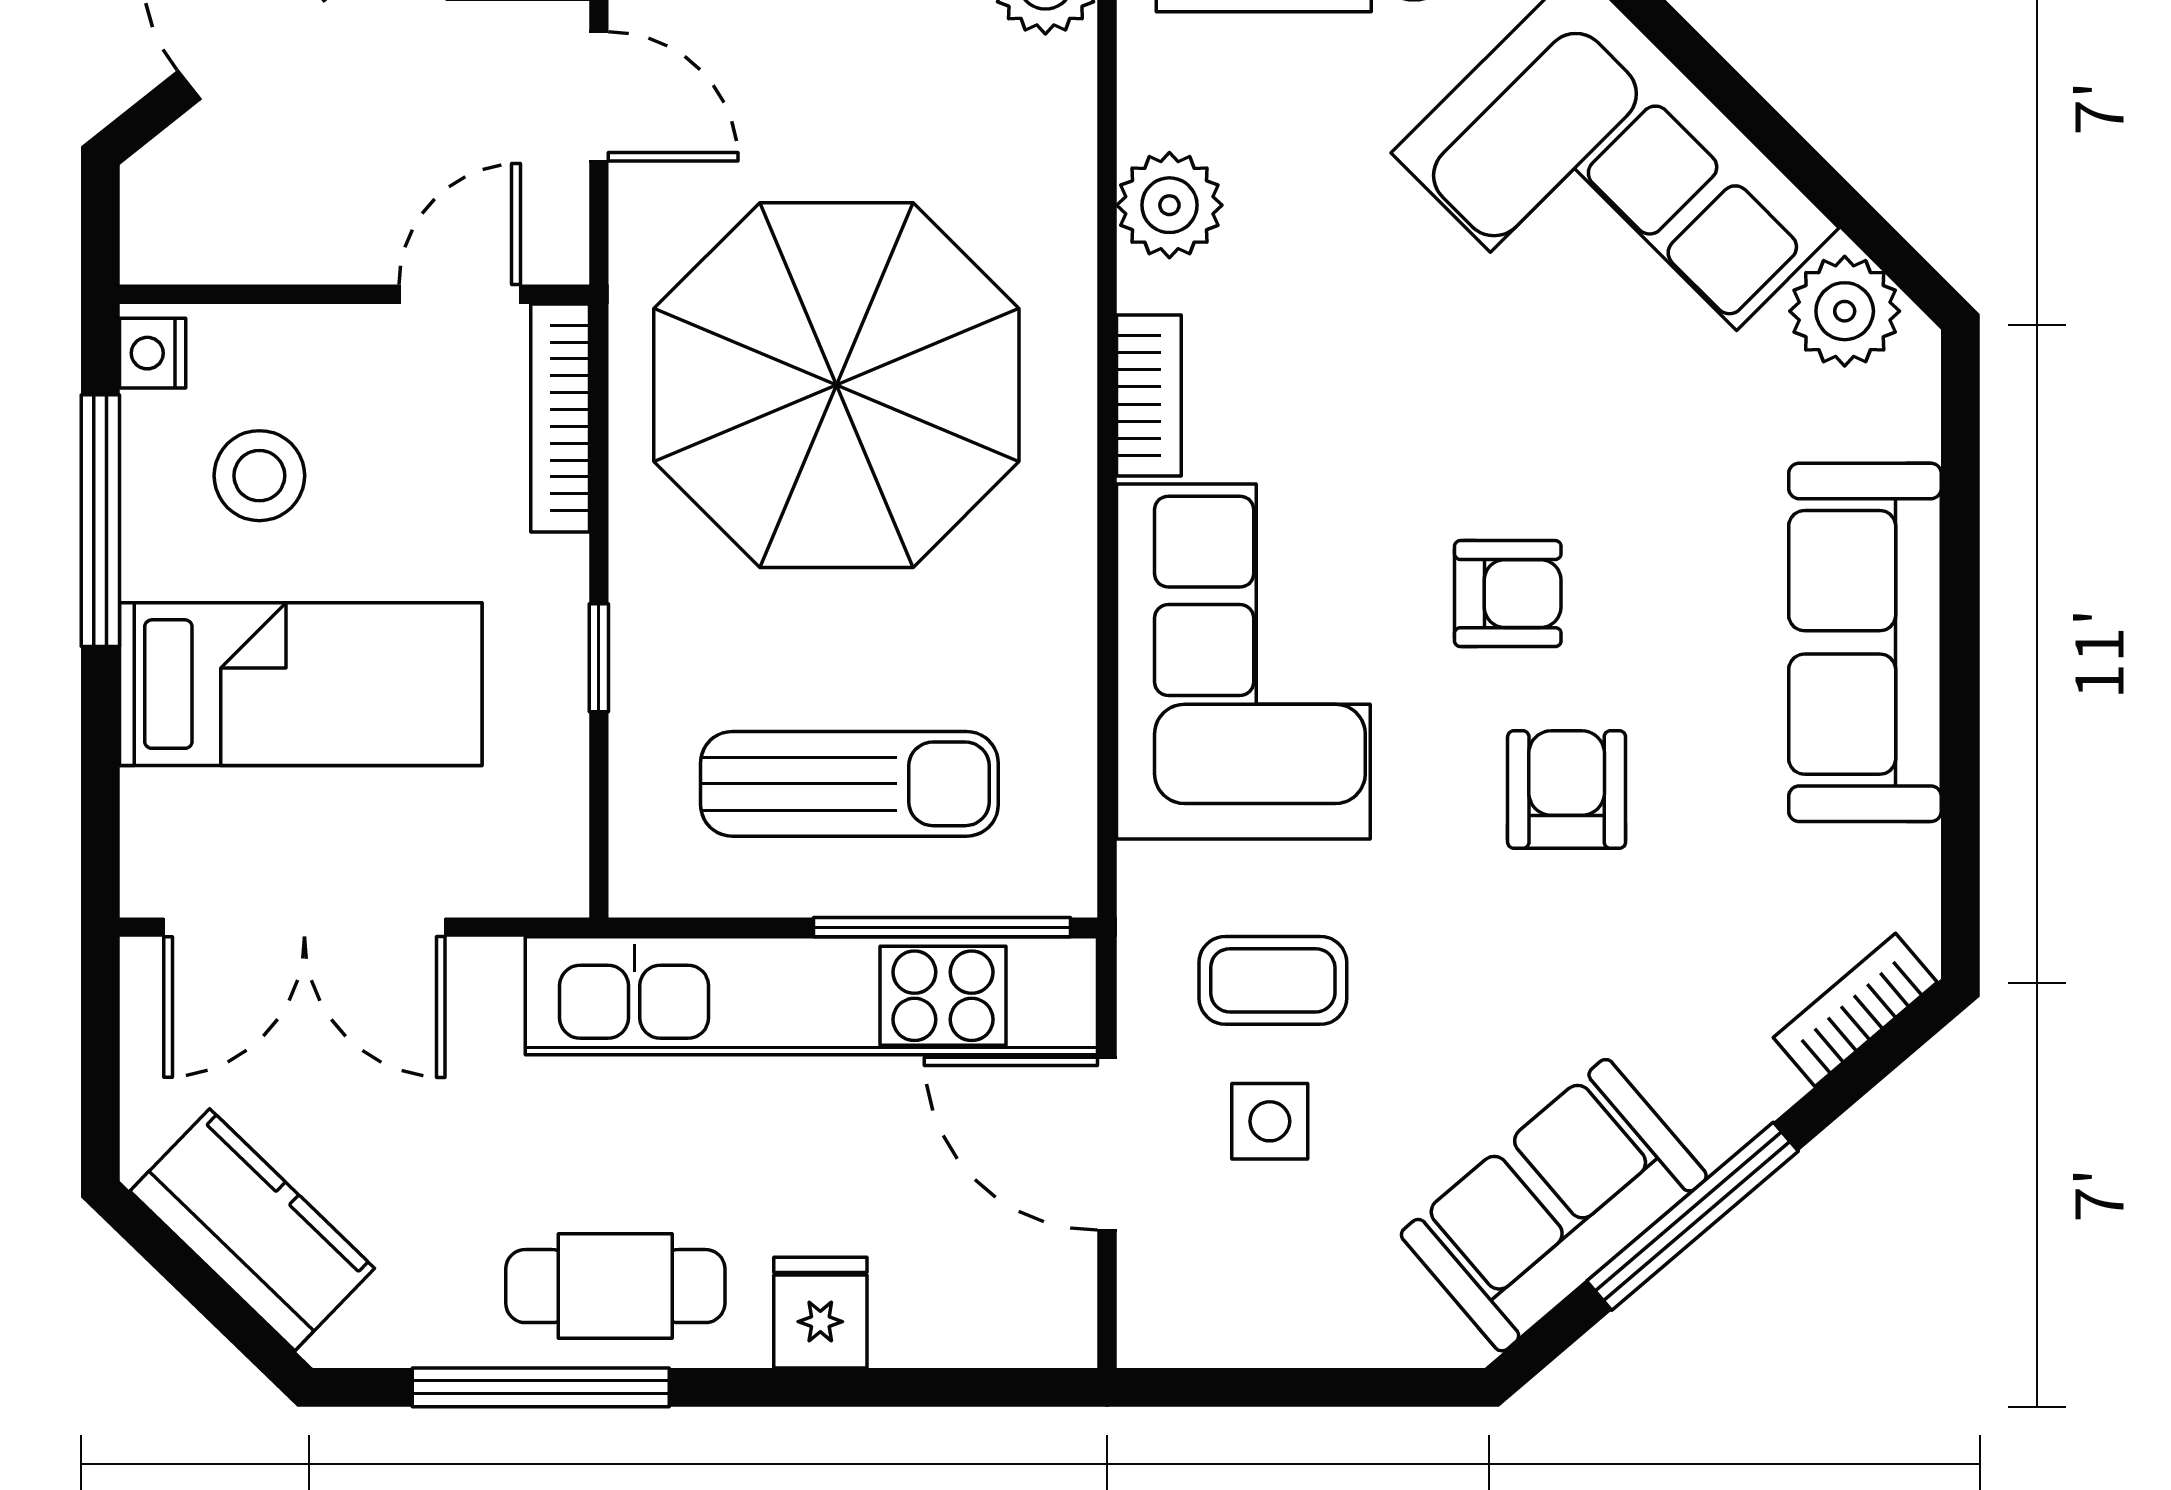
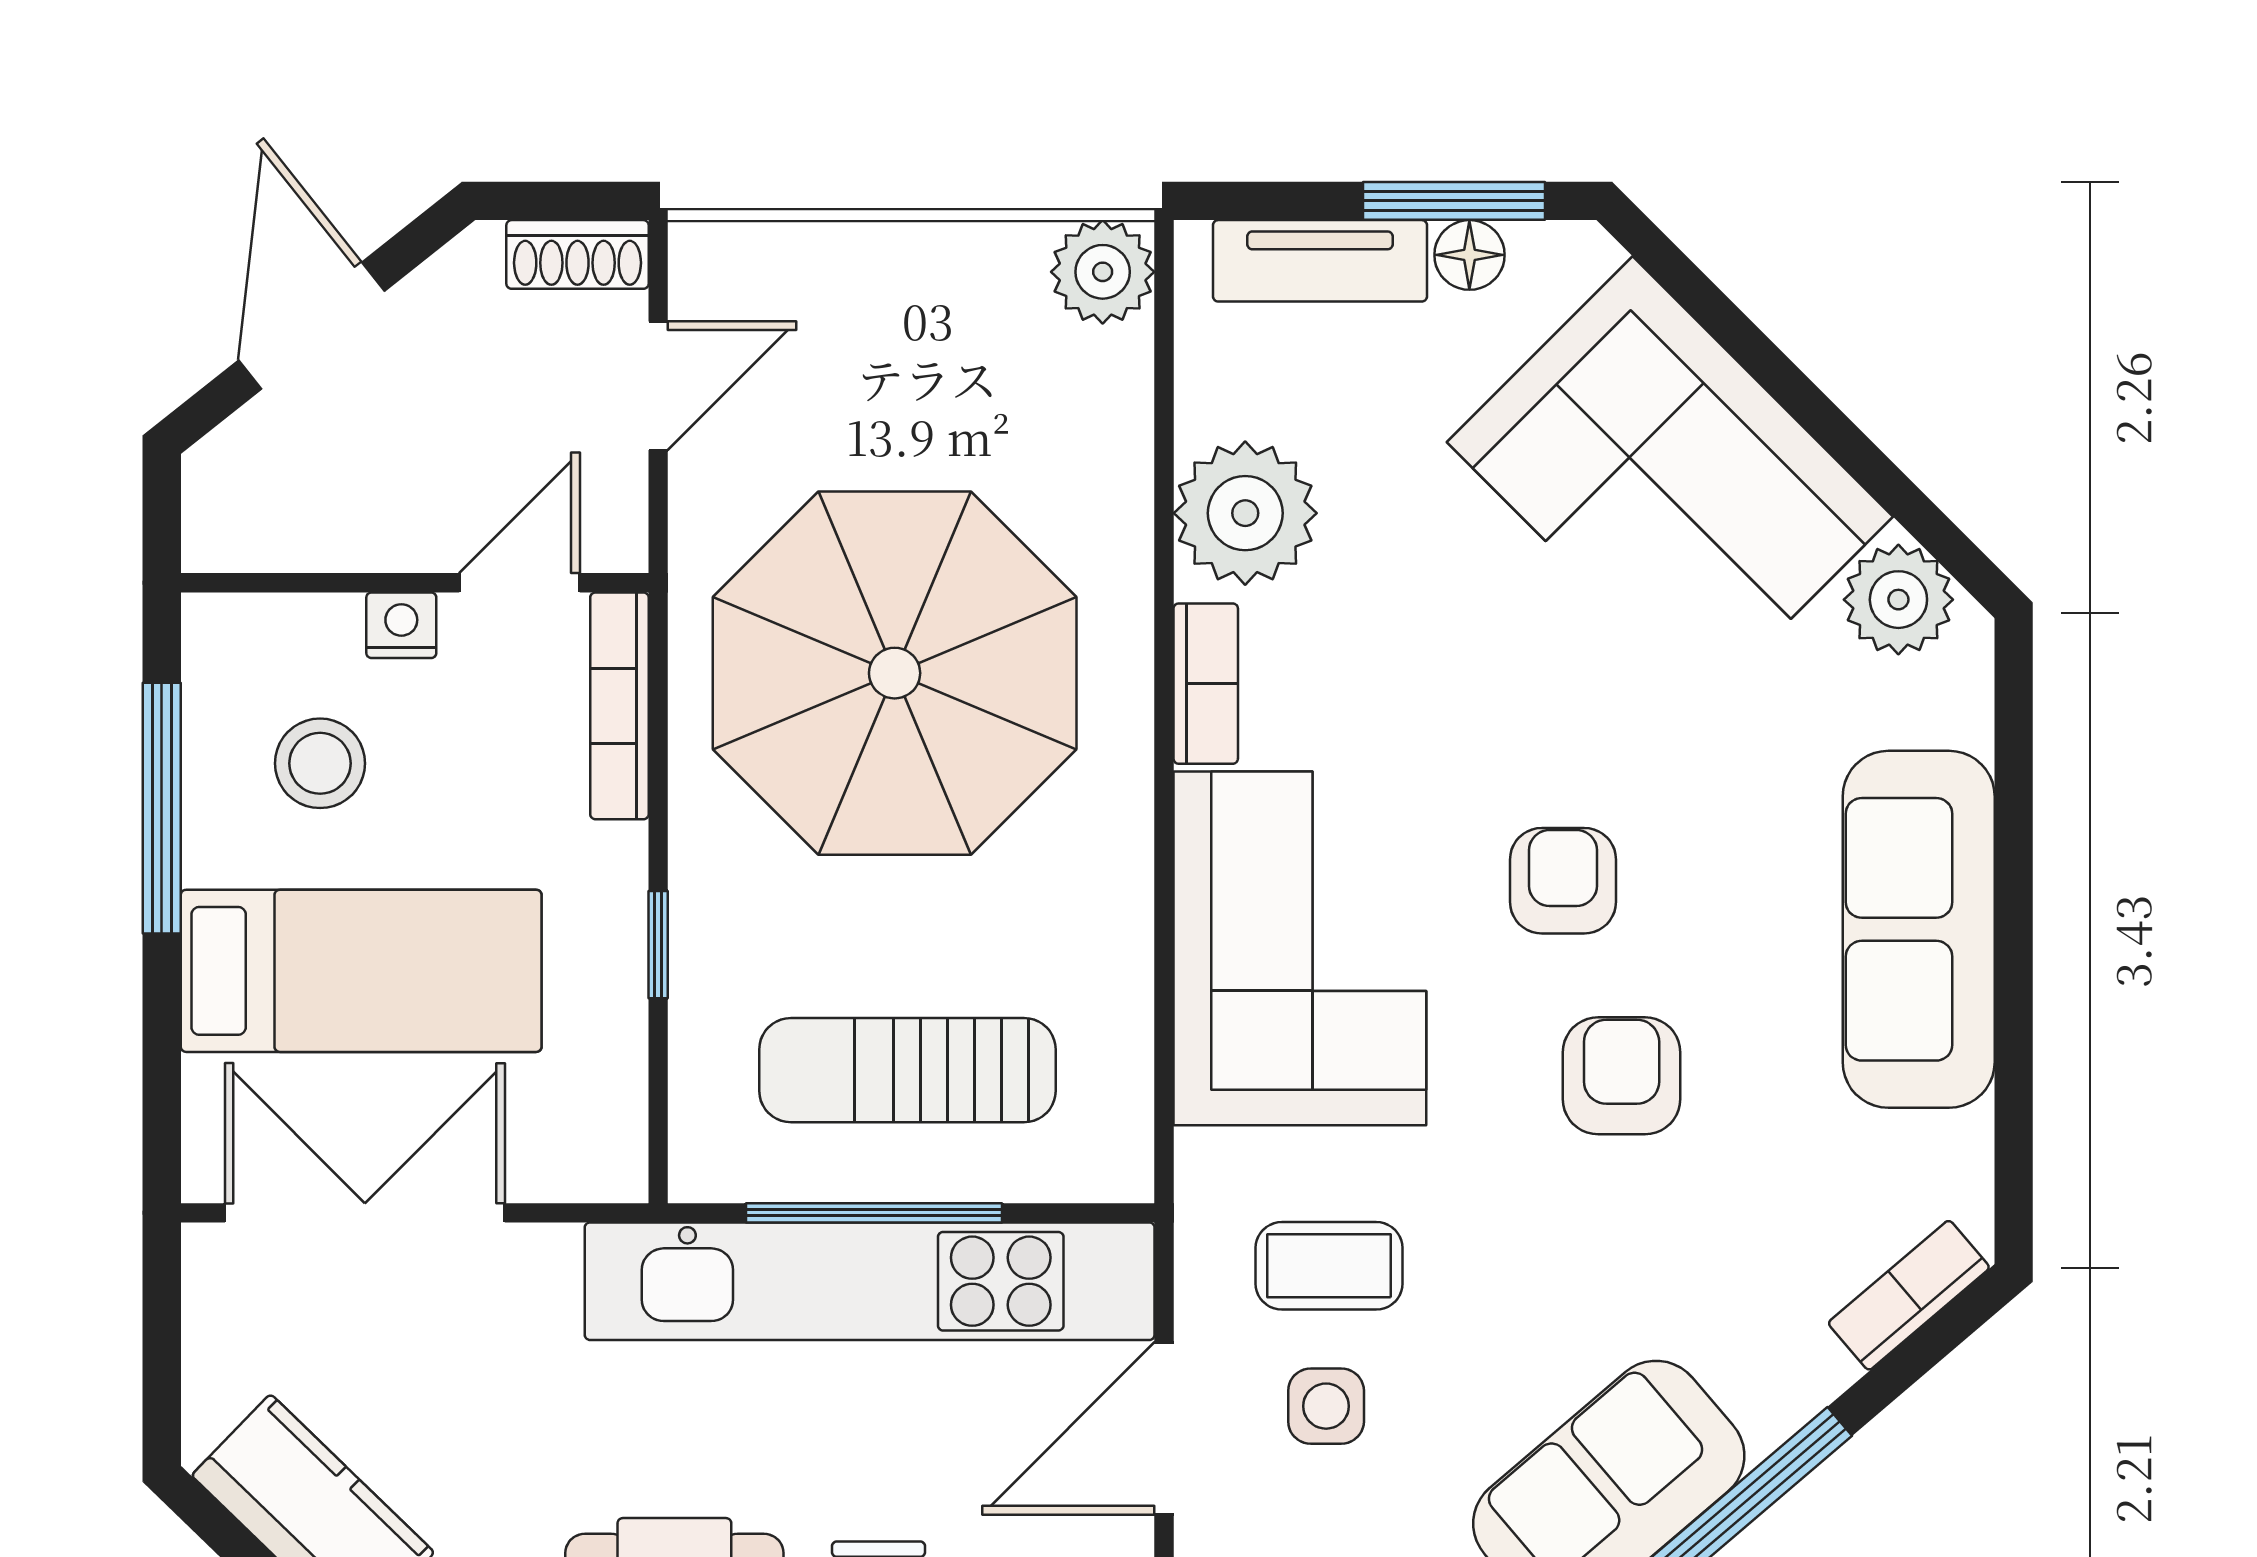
door: (599, 96) -> (658, 386), hinge flipped
plant: (1169, 205) -> (1245, 513), width x1.36, depth x1.36
nightstand: (153, 353) -> (401, 625), moved, turned 90
armchair: (1508, 594) -> (1563, 881), turned -90
sun lounger: (849, 784) -> (907, 1070), turned 180
double door: (304, 927) -> (365, 1213), swing flipped
window: (942, 927) -> (874, 1213), moved
door: (1107, 1144) -> (1164, 1428), hinge flipped

